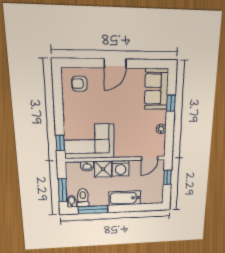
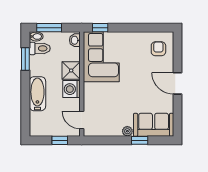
plant: (161, 129) -> (127, 131), moved
washbasin: (87, 166) -> (75, 40), moved
window: (93, 210) -> (25, 59), width x0.69

